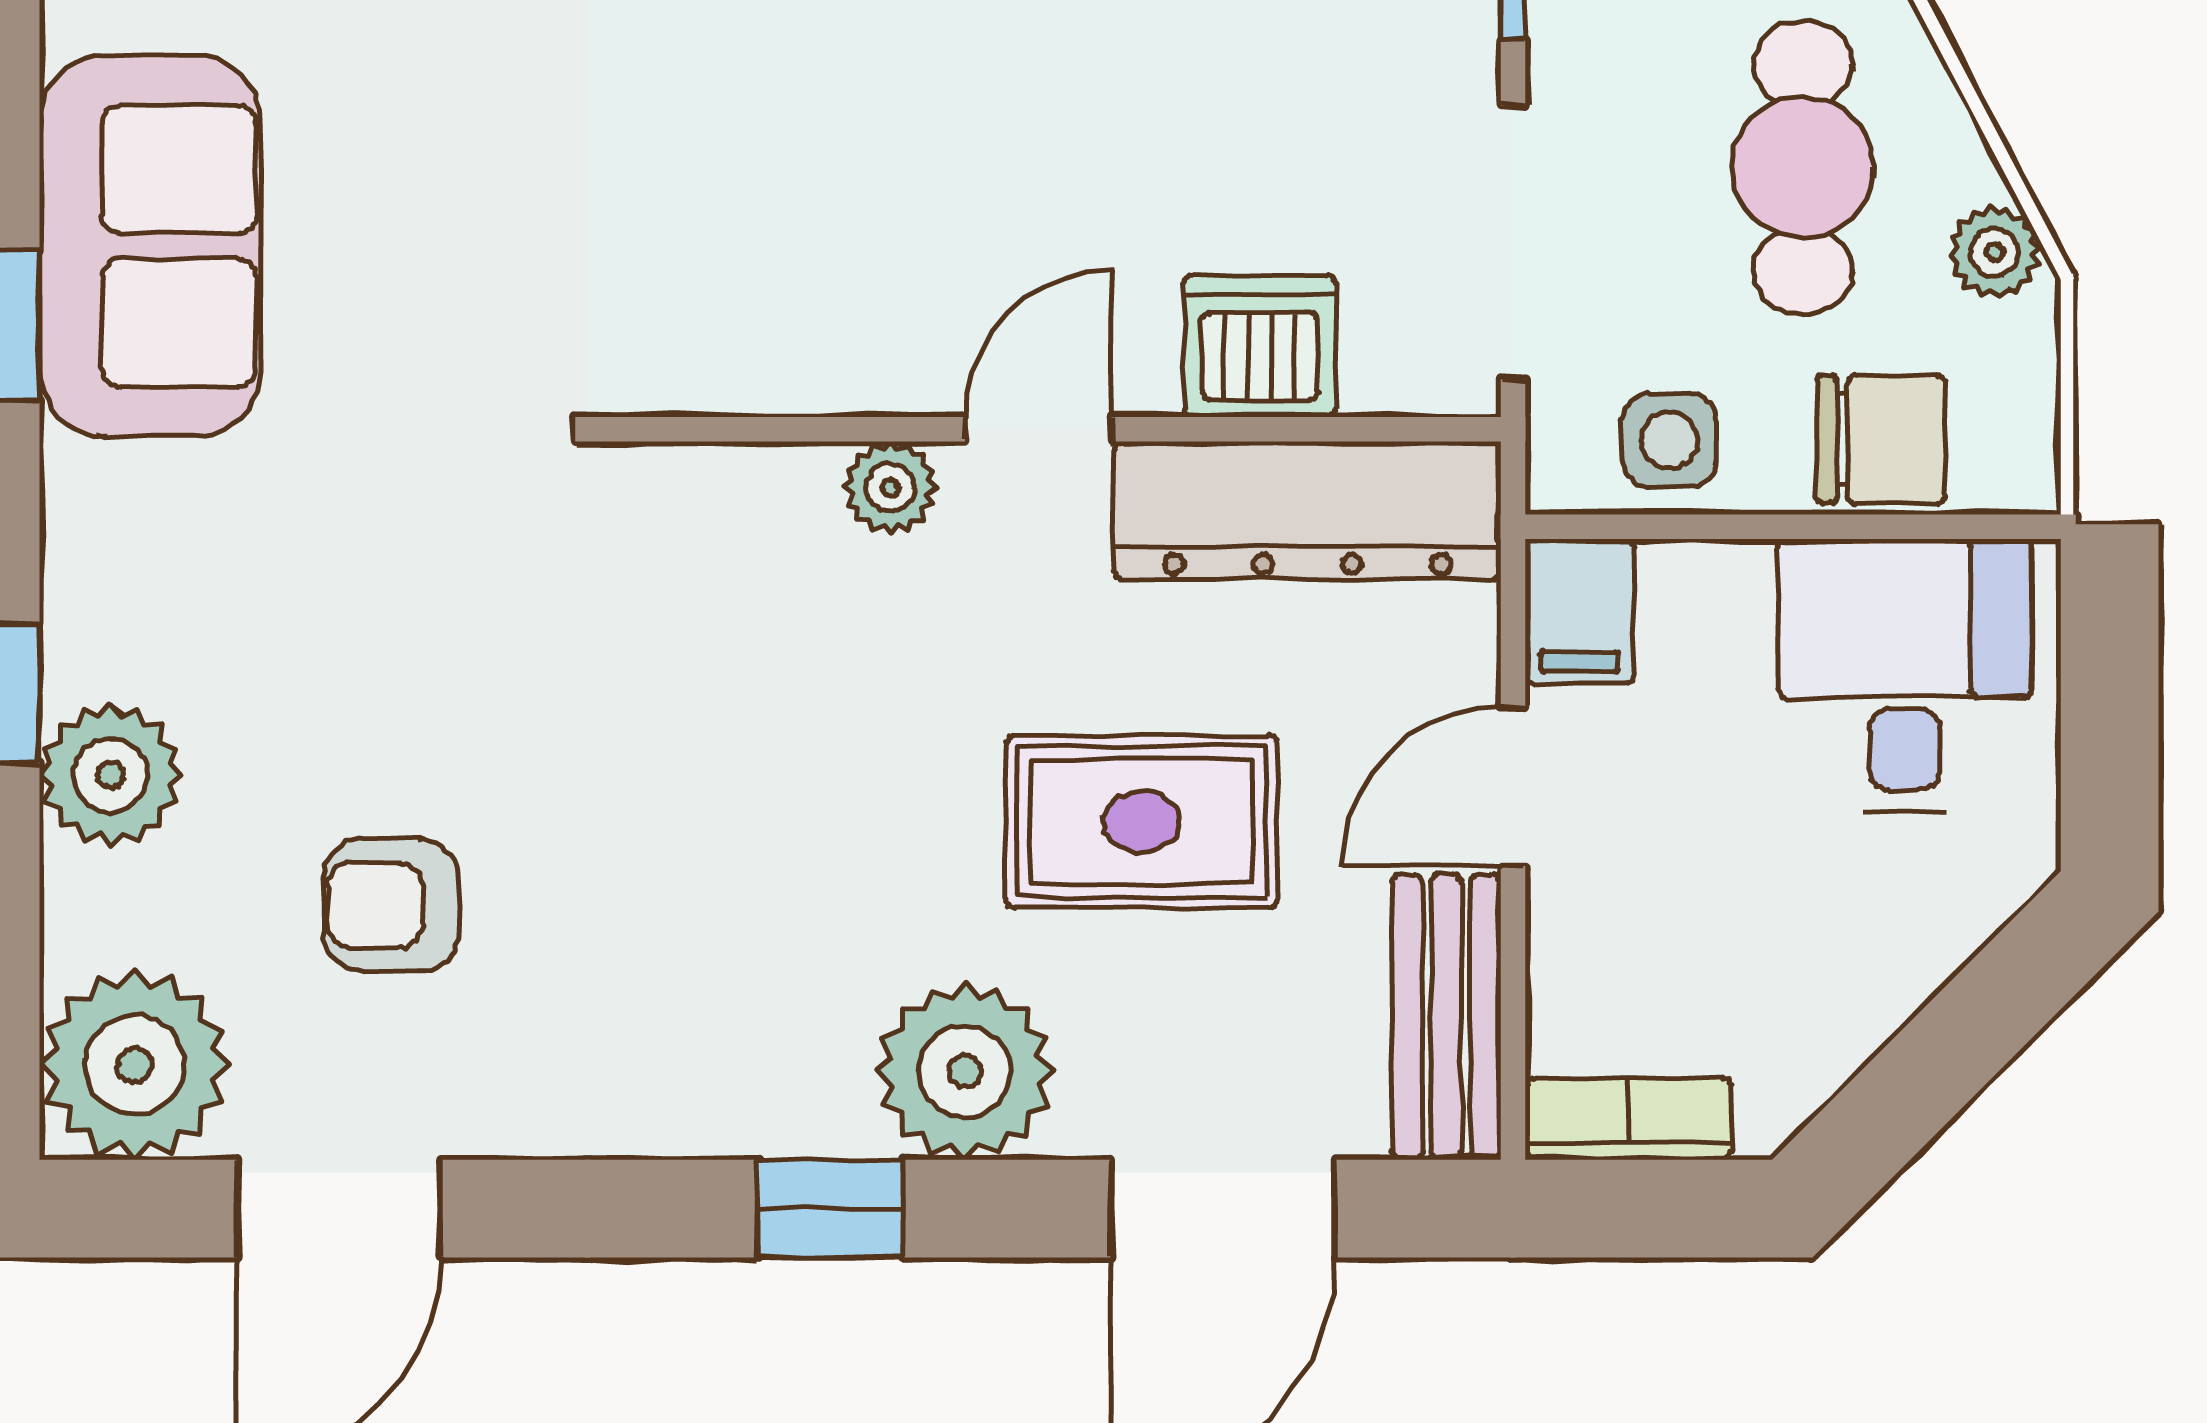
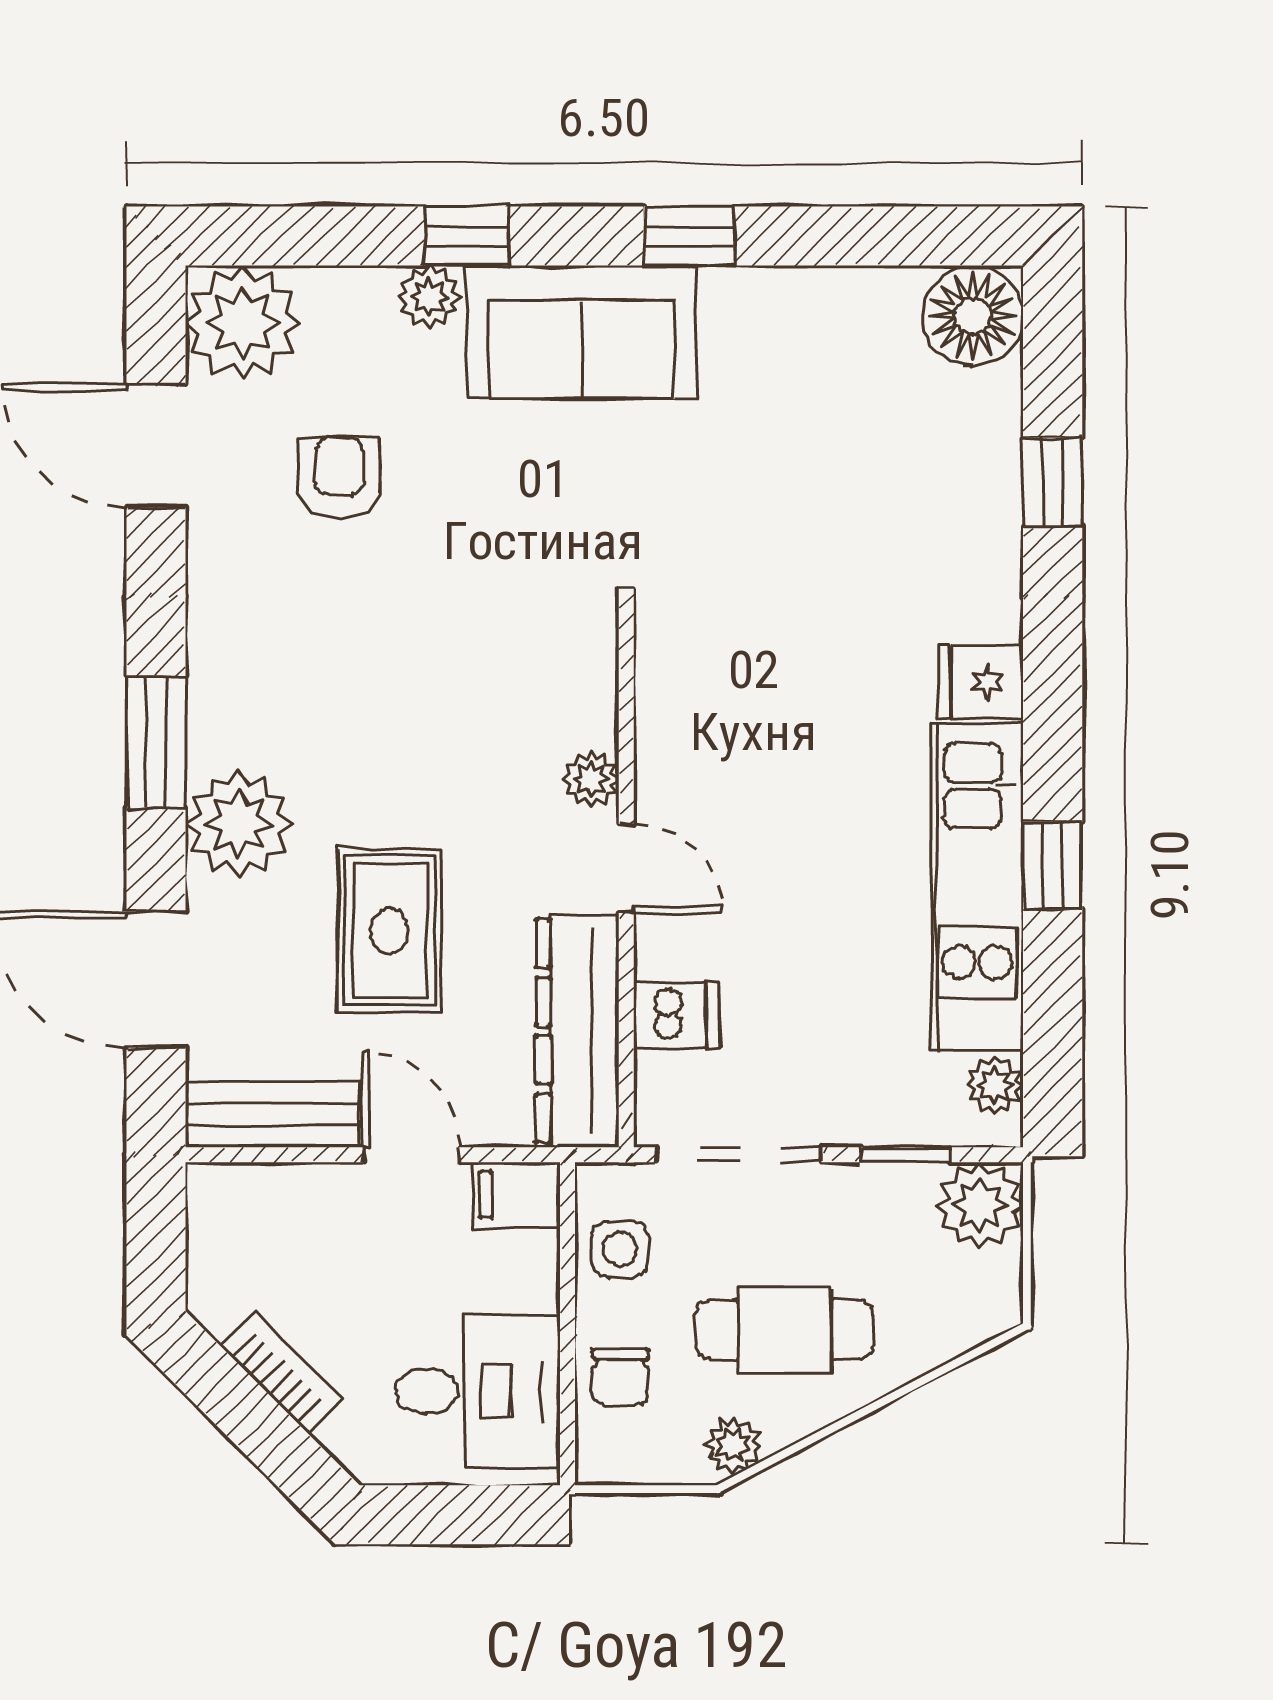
sofa: (150, 246) -> (582, 332), moved
dishwasher: (1260, 346) -> (677, 1014), width x0.73
chair: (1881, 439) -> (620, 1377), width x0.73, depth x0.73
plant: (111, 775) -> (429, 297), width x0.73, depth x0.73
bookcase: (1629, 1119) -> (282, 1372), moved, turned -45
window: (830, 1209) -> (156, 743), width x1.50

